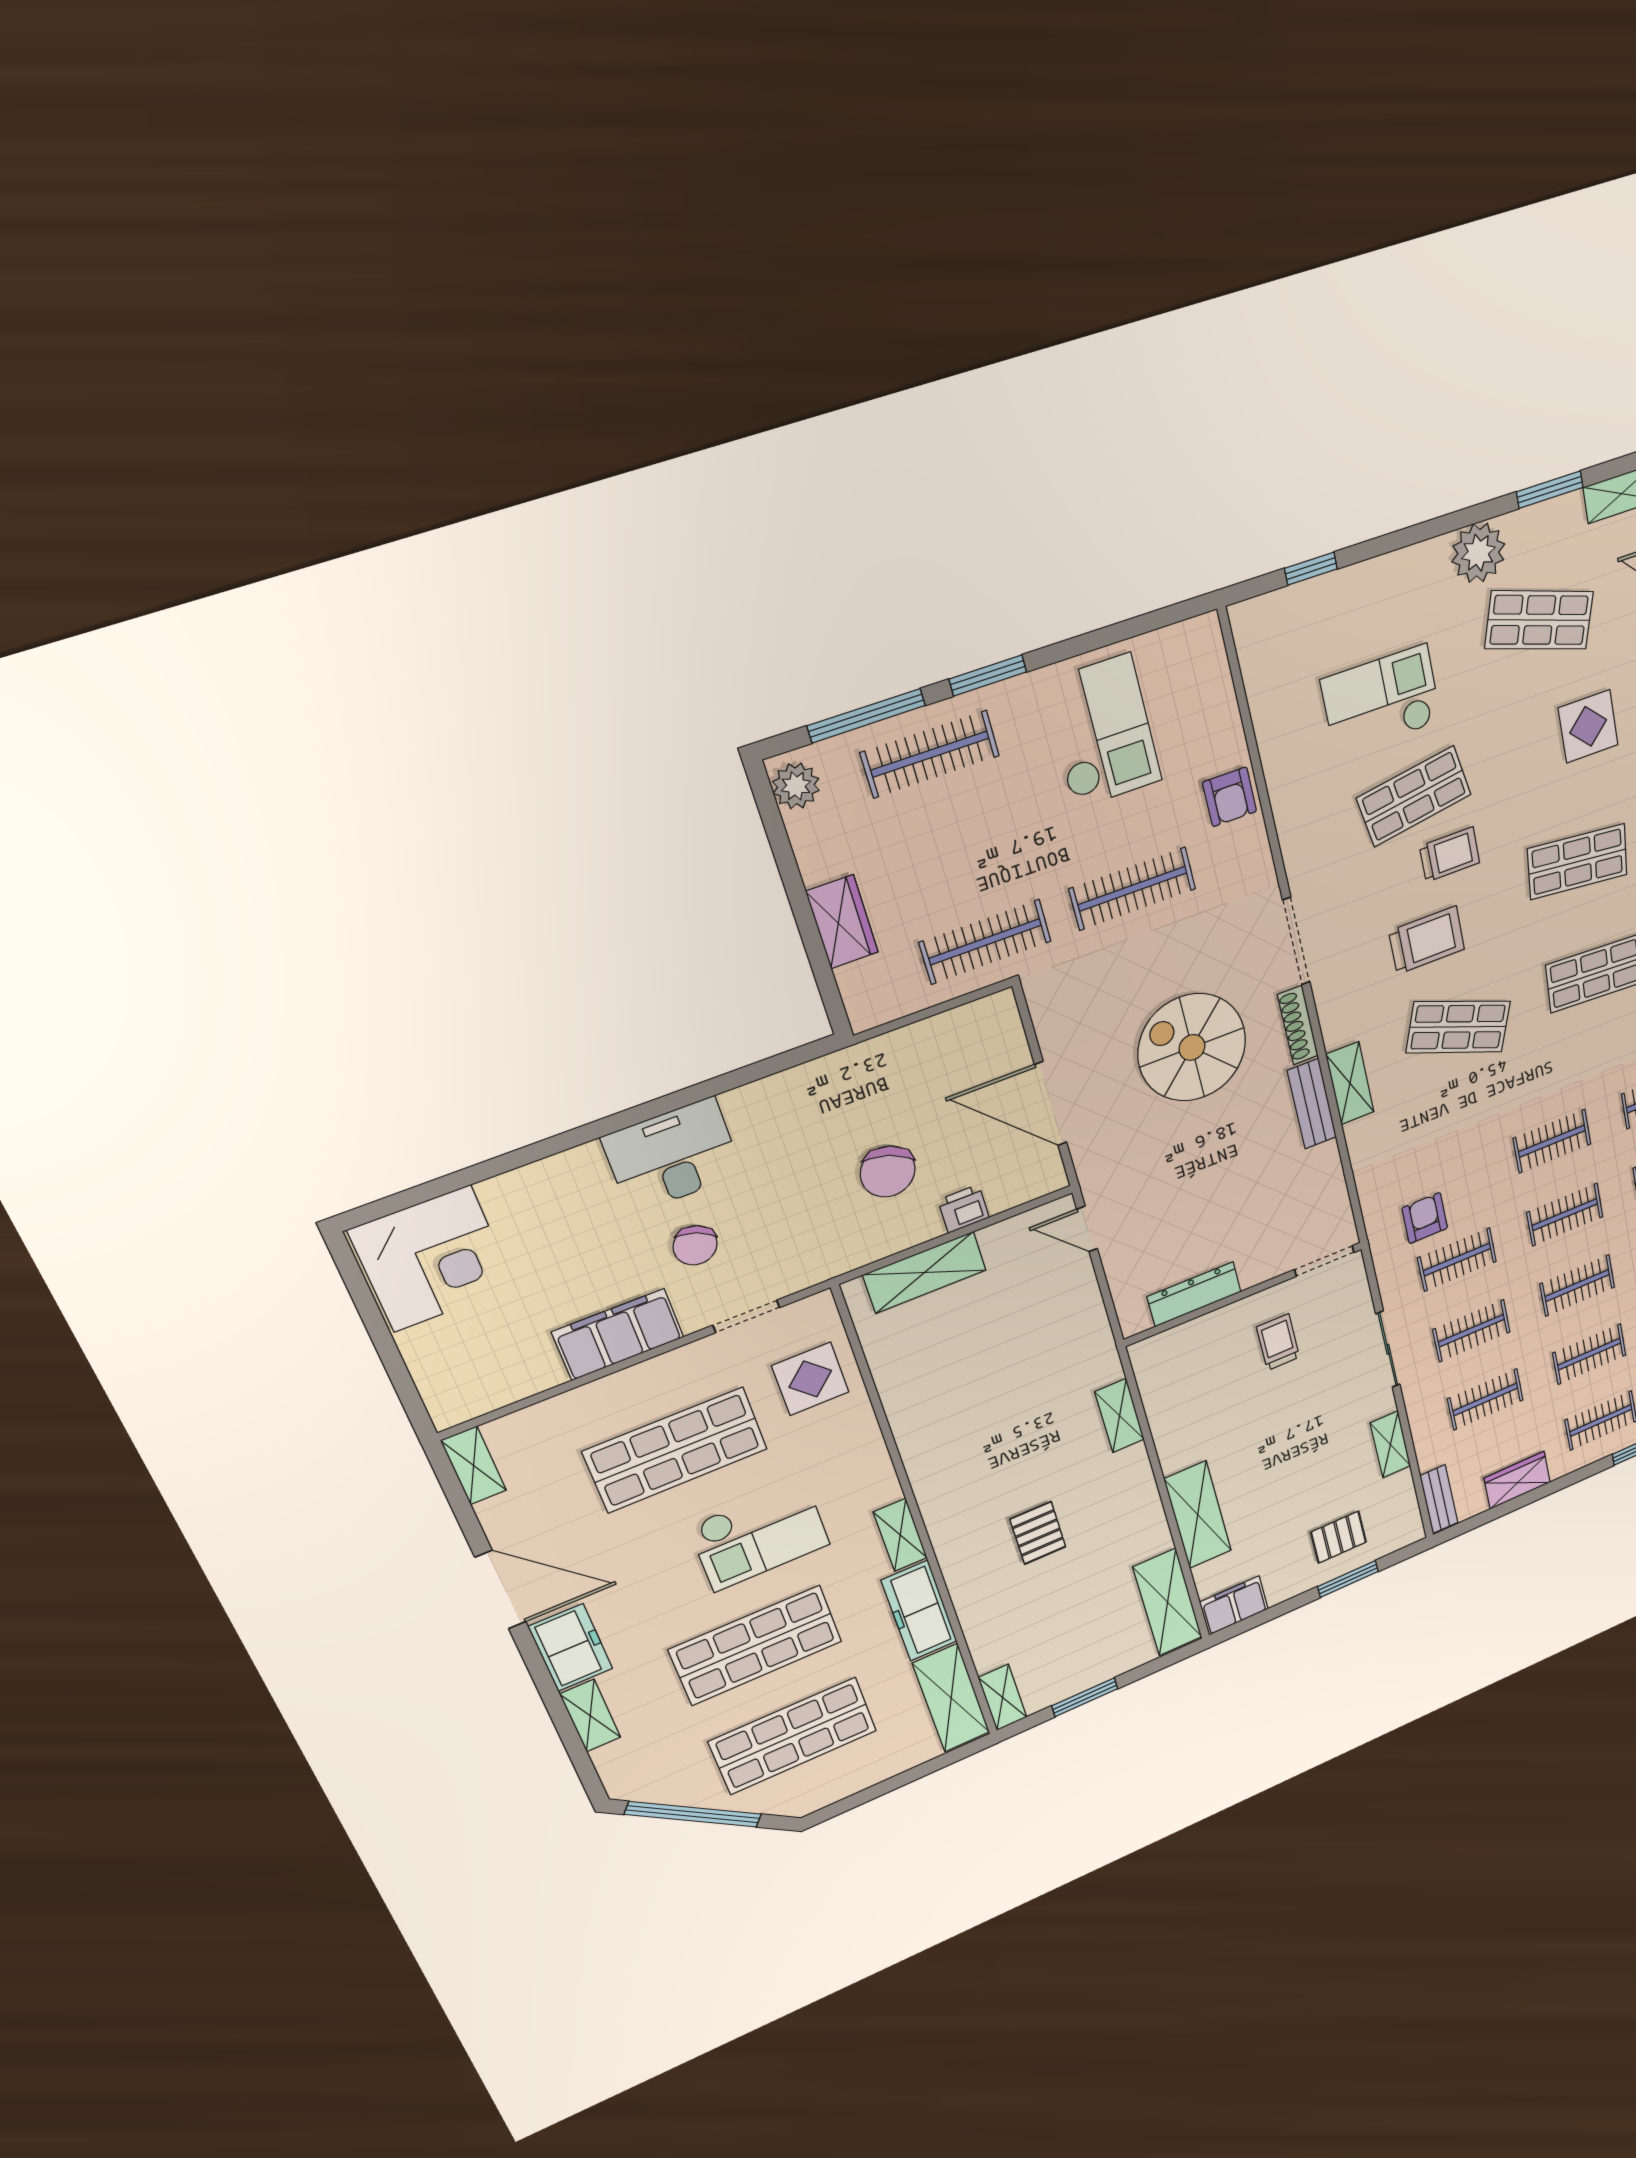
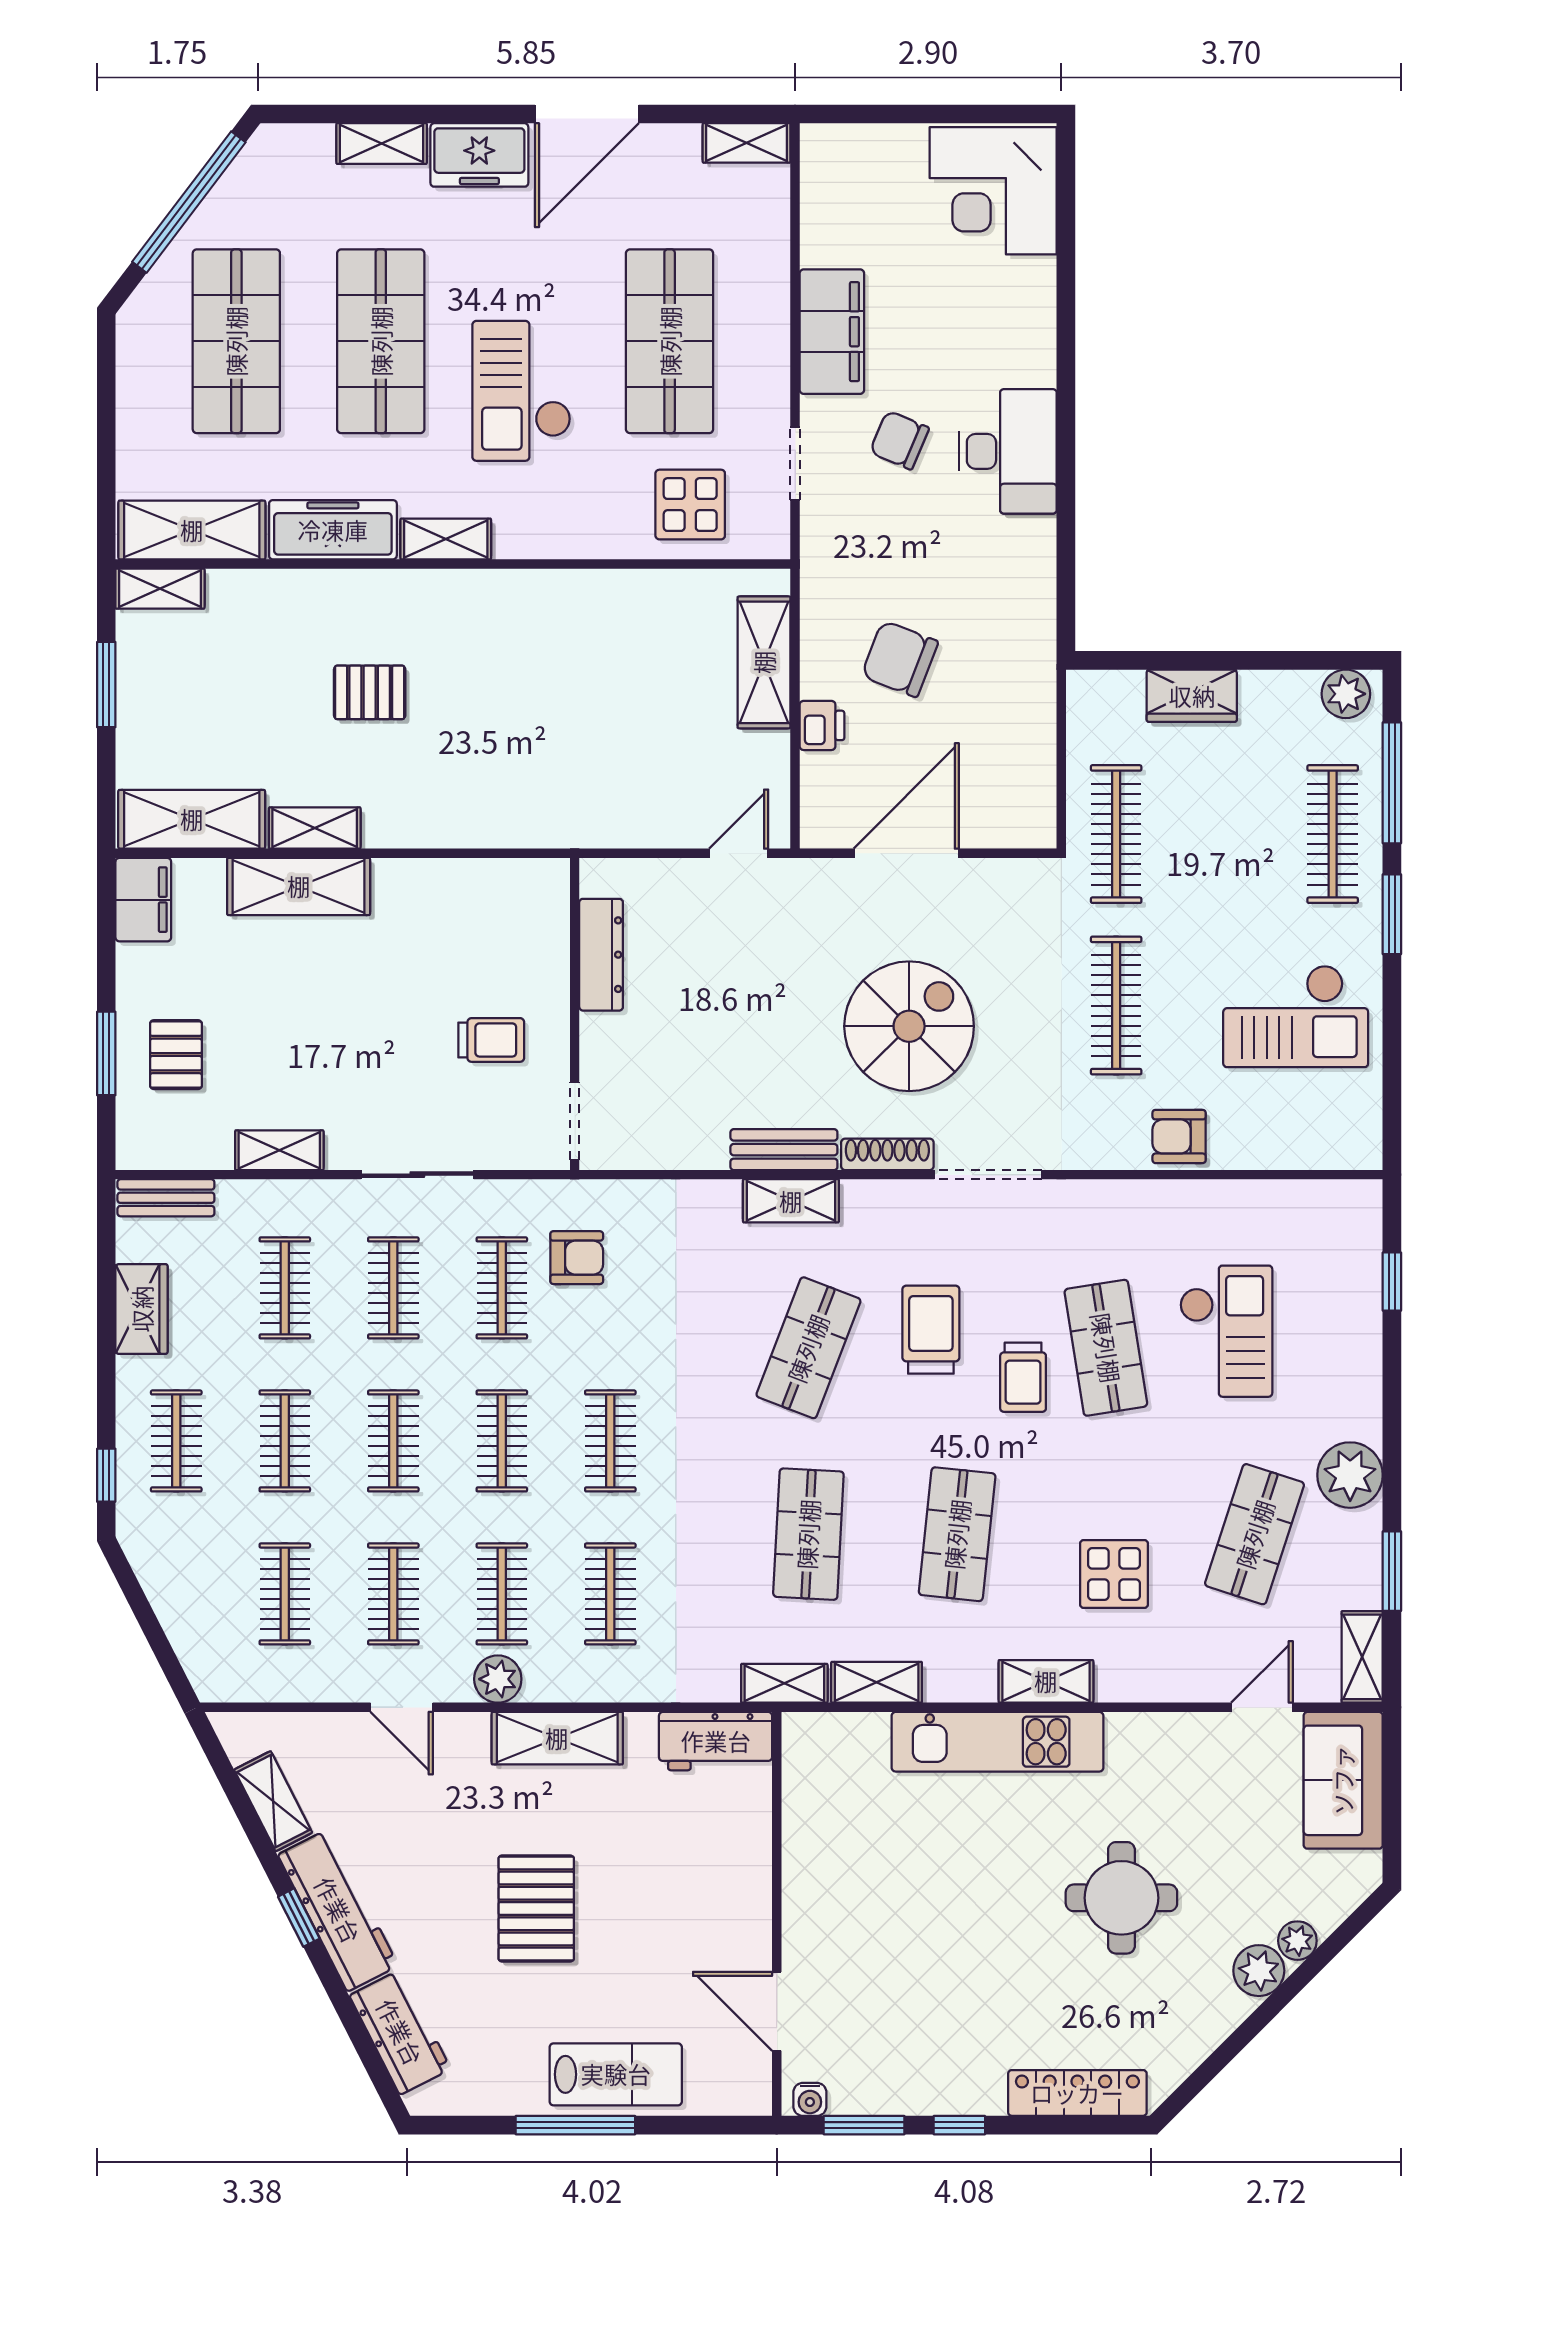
trolley: (1427, 940) -> (931, 1330), turned 180
shelving: (1120, 1416) -> (315, 828), moved

